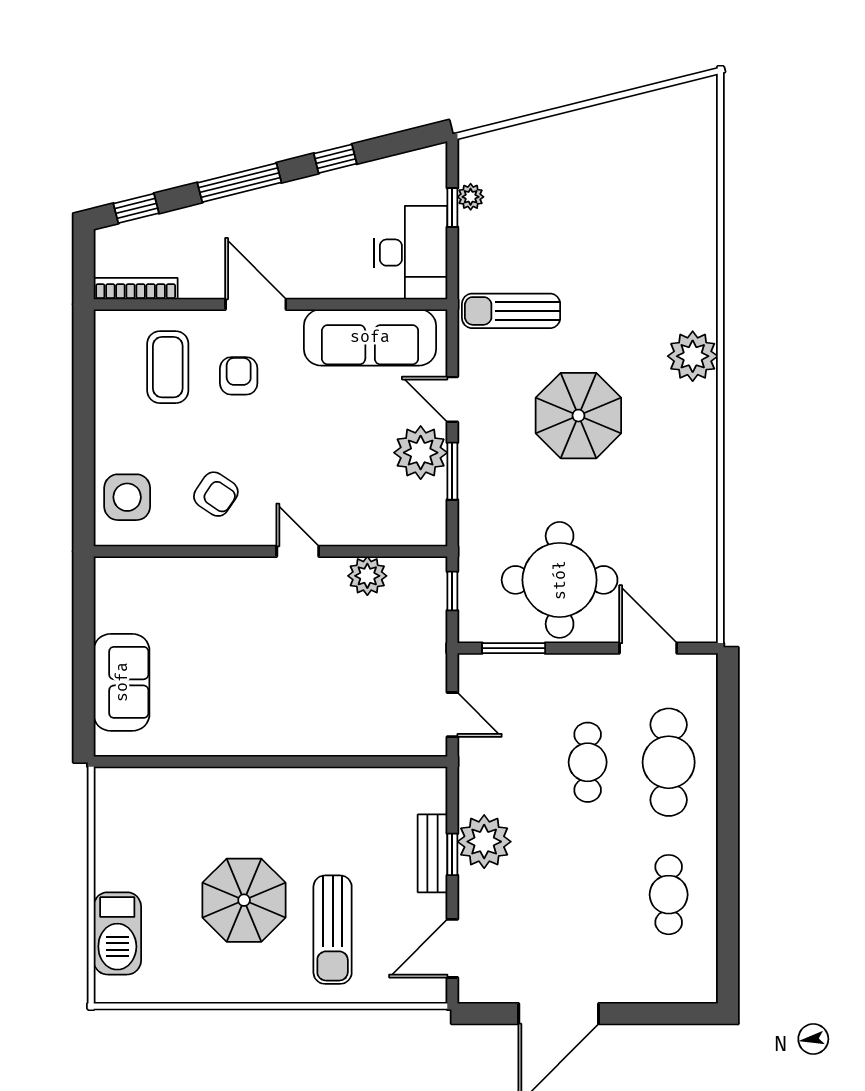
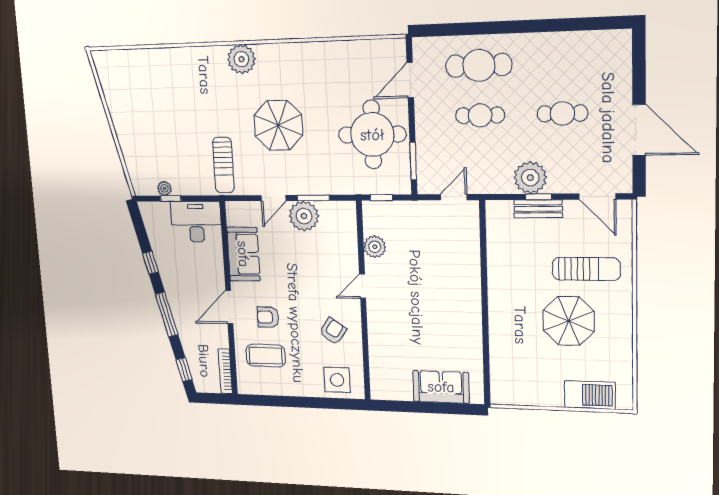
sofa: (370, 337) -> (243, 254), width x0.73
cafe table: (669, 895) -> (562, 113), moved

